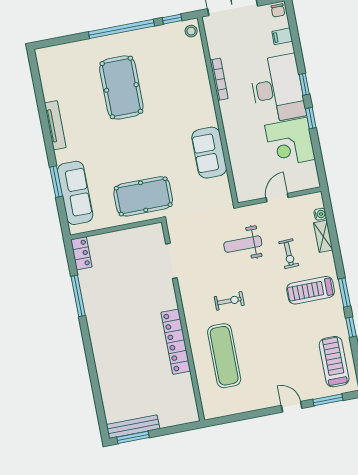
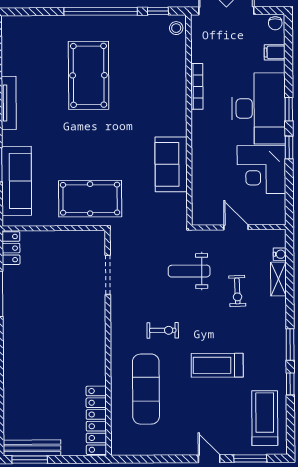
door: (277, 198) -> (236, 227), hinge flipped
treadmill: (311, 290) -> (217, 365), moved
locker: (176, 342) -> (96, 420), moved

